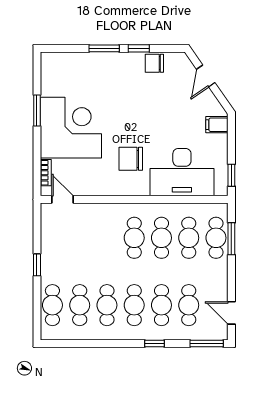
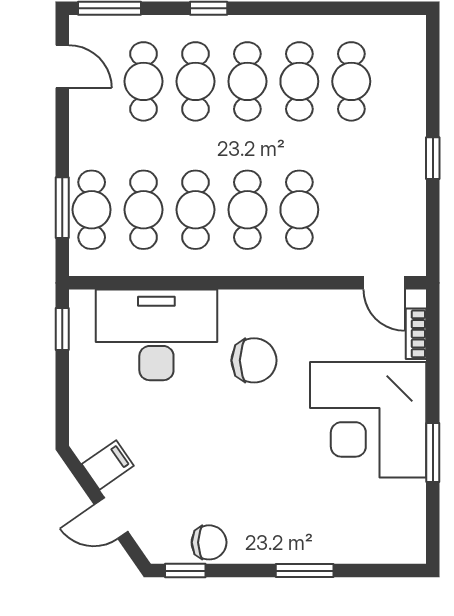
window: (139, 48) -> (185, 571), moved
door: (206, 76) -> (111, 518), swing flipped
filing cabinet: (217, 125) -> (108, 465), moved, turned -35
cafe table: (52, 305) -> (299, 210), moved

